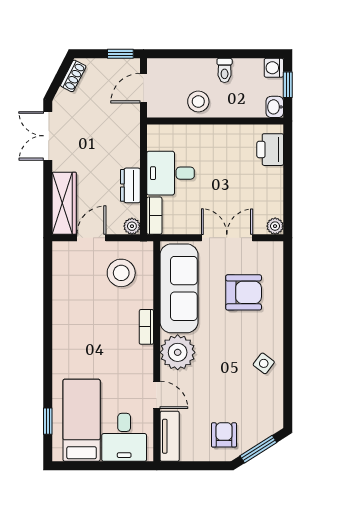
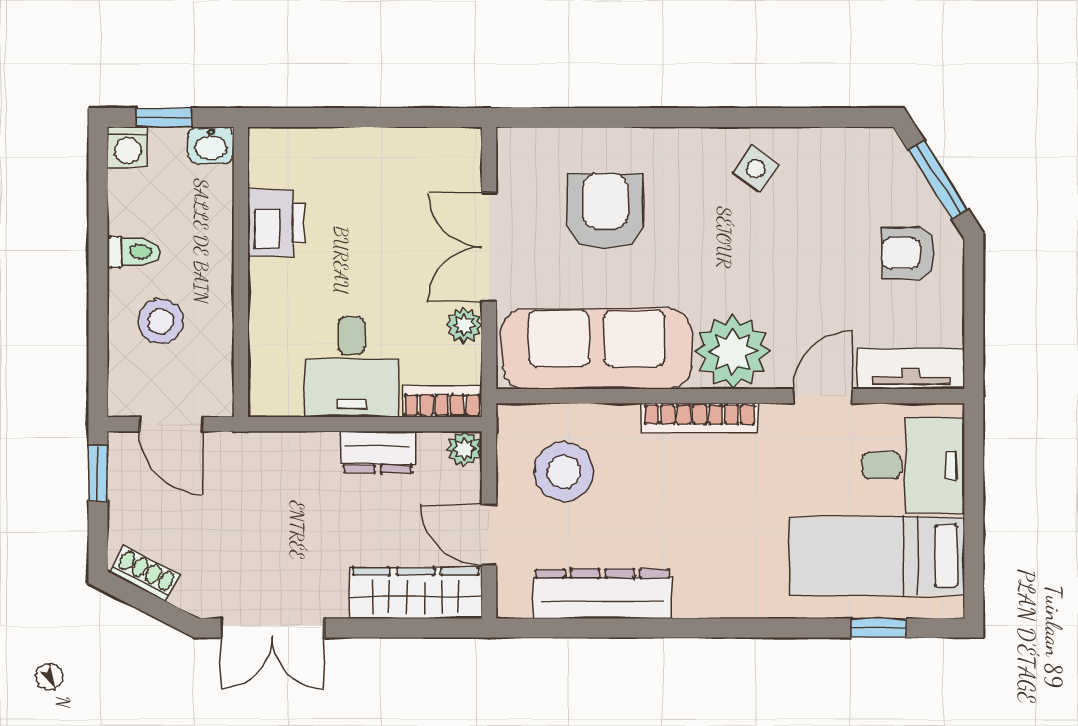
stool: (198, 101) -> (161, 321), moved
printer: (270, 150) -> (276, 223), moved, turned -90
plant: (275, 226) -> (464, 325), moved
dresser: (64, 291) -> (602, 594), added
bookcase: (146, 327) -> (700, 418), width x1.56

